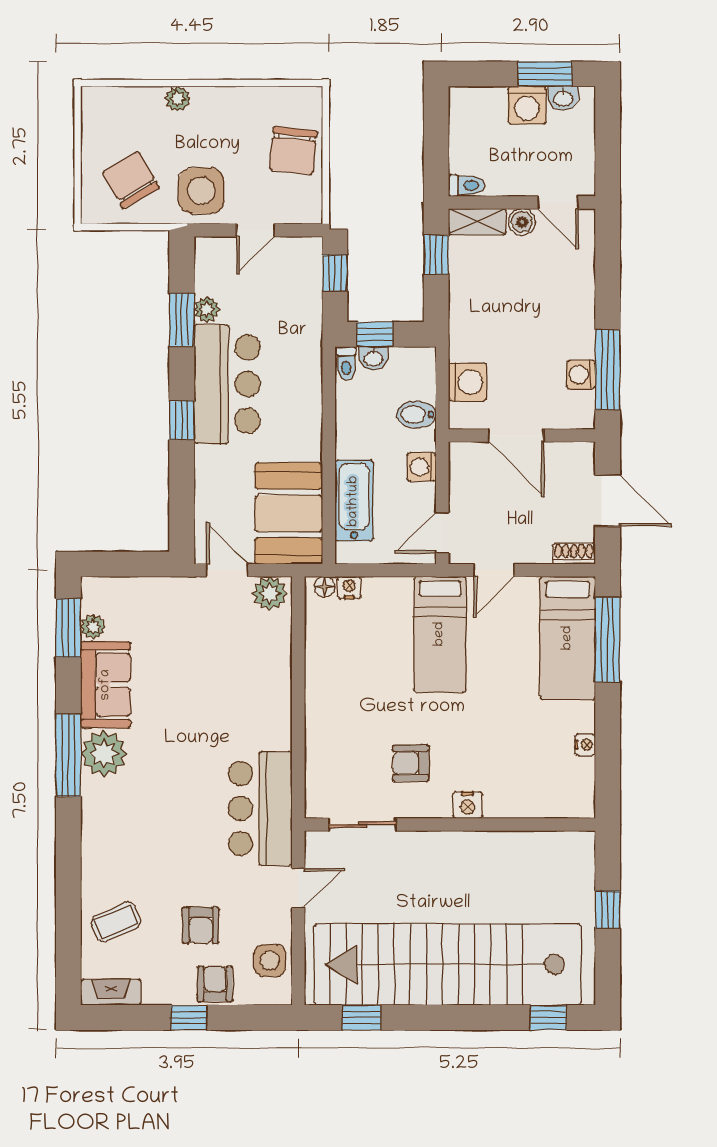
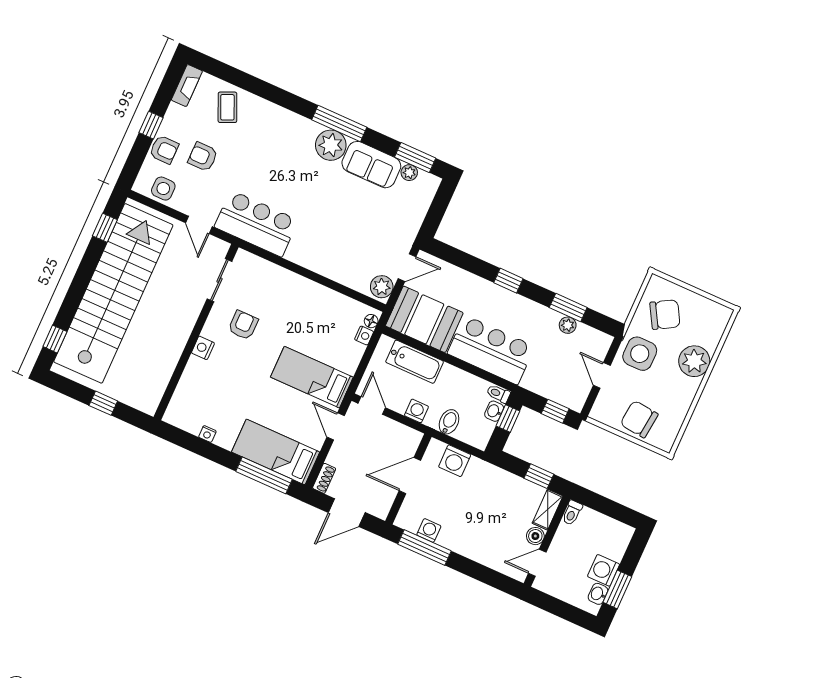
plant: (178, 99) -> (694, 361), width x1.87, depth x1.87
bar counter: (227, 384) -> (491, 350), moved, turned 180

